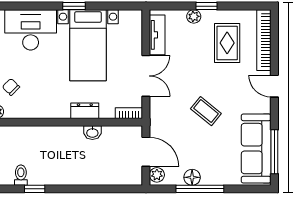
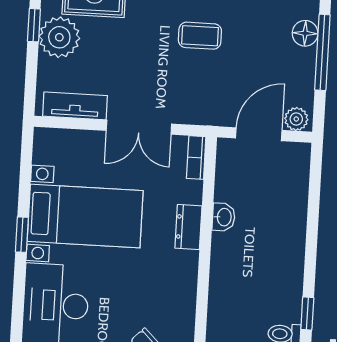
plant: (194, 16) -> (59, 37), width x1.88, depth x1.88
double door: (146, 76) -> (139, 127), swing flipped
coffee table: (206, 111) -> (200, 36), turned 51
floor lamp: (192, 177) -> (305, 33), moved

